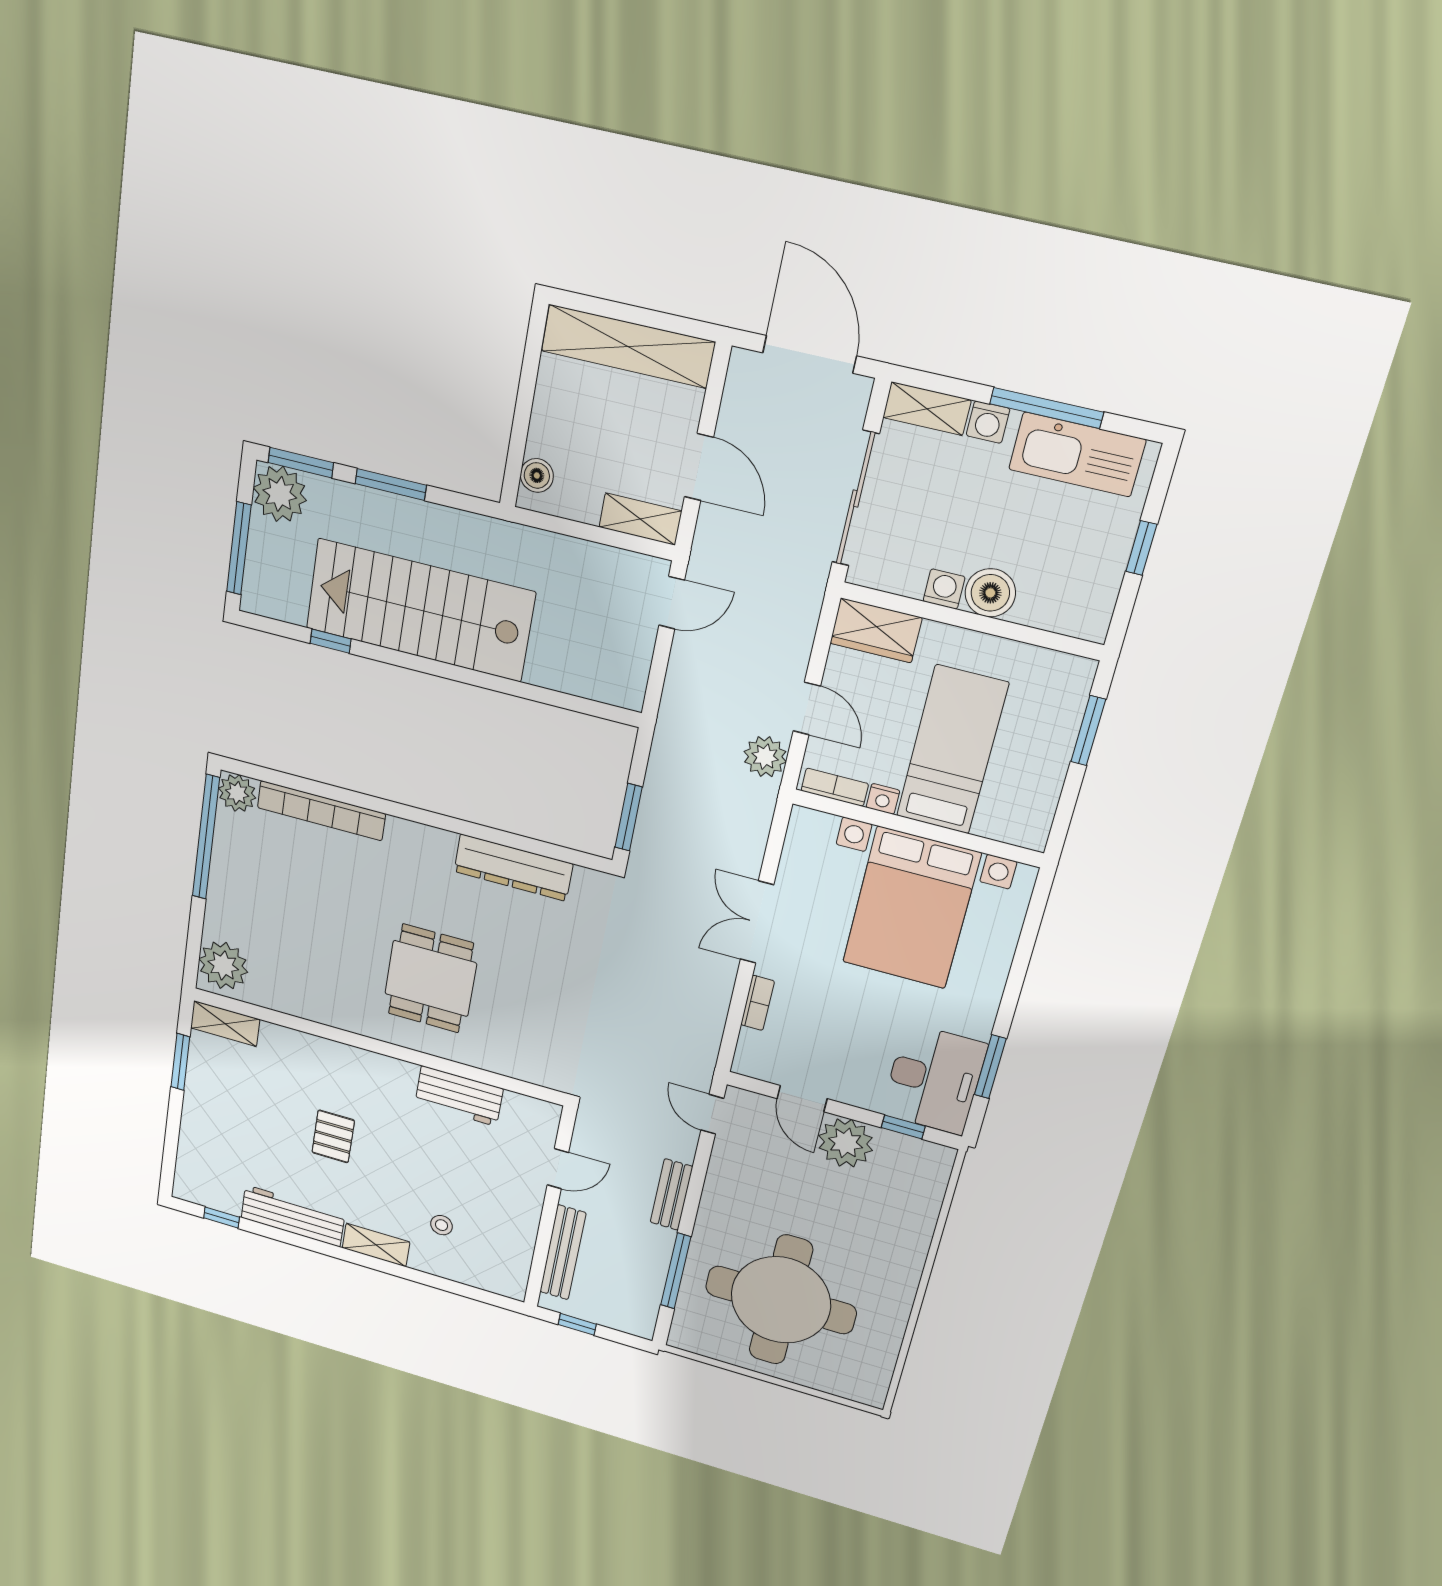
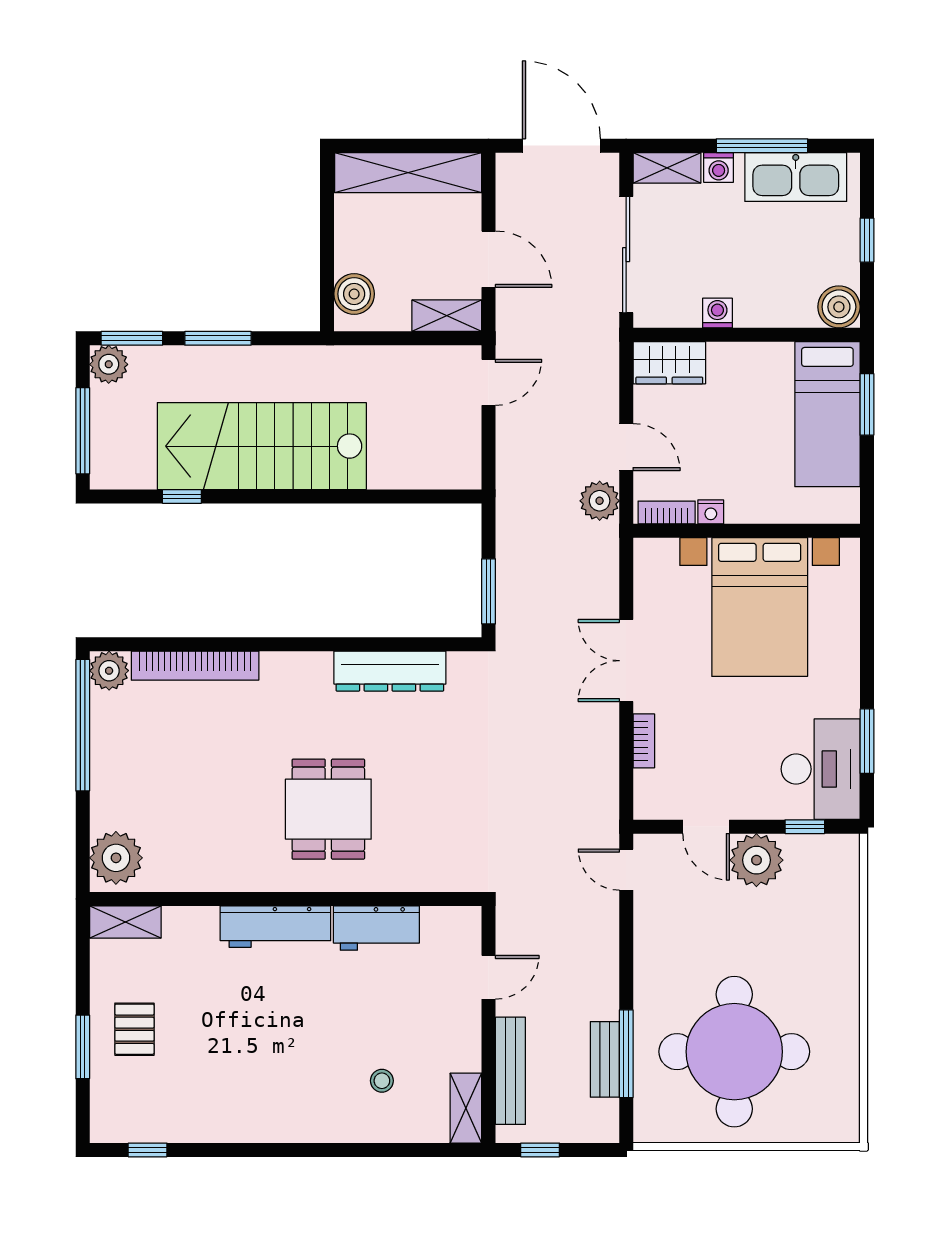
boiler: (537, 475) -> (354, 294), width x1.36, depth x1.36
plant: (280, 494) -> (109, 364), width x0.73, depth x0.73
boiler: (990, 593) -> (839, 307), moved
bed: (952, 750) -> (827, 414), moved, turned 180
window: (180, 1062) -> (83, 1047), moved
pallet: (333, 1136) -> (134, 1029), moved
bench: (671, 1195) -> (605, 1059), moved
workbench: (293, 1216) -> (275, 927), moved, turned 180
shelving: (376, 1245) -> (466, 1108), moved, turned 90

